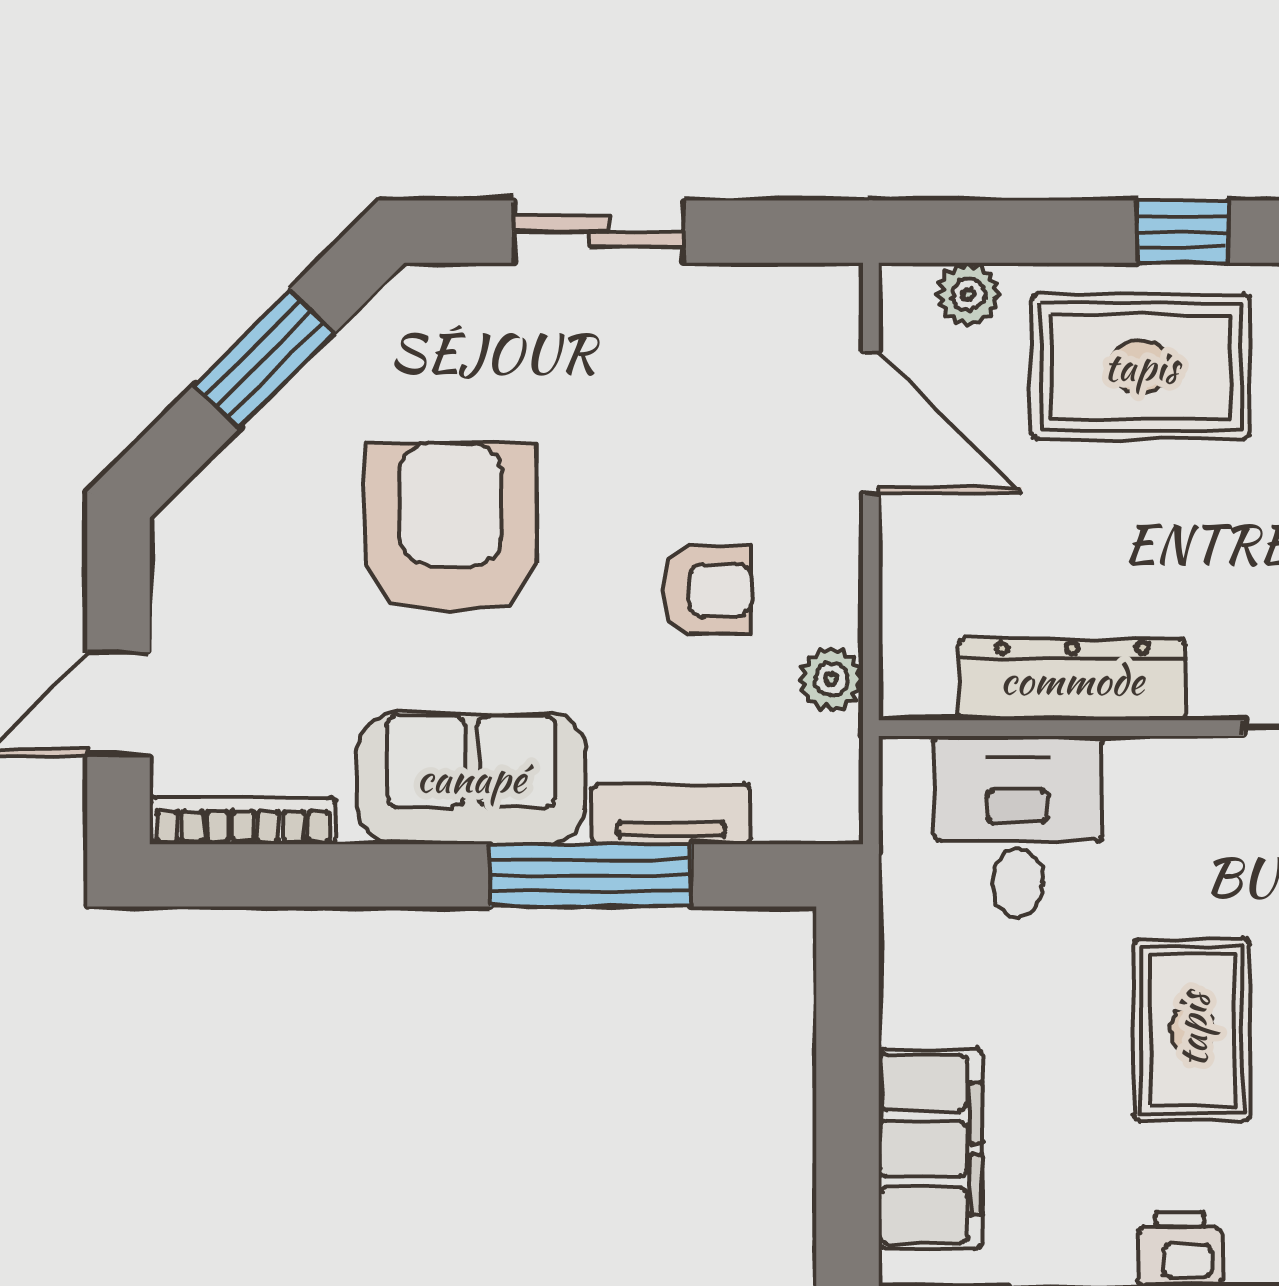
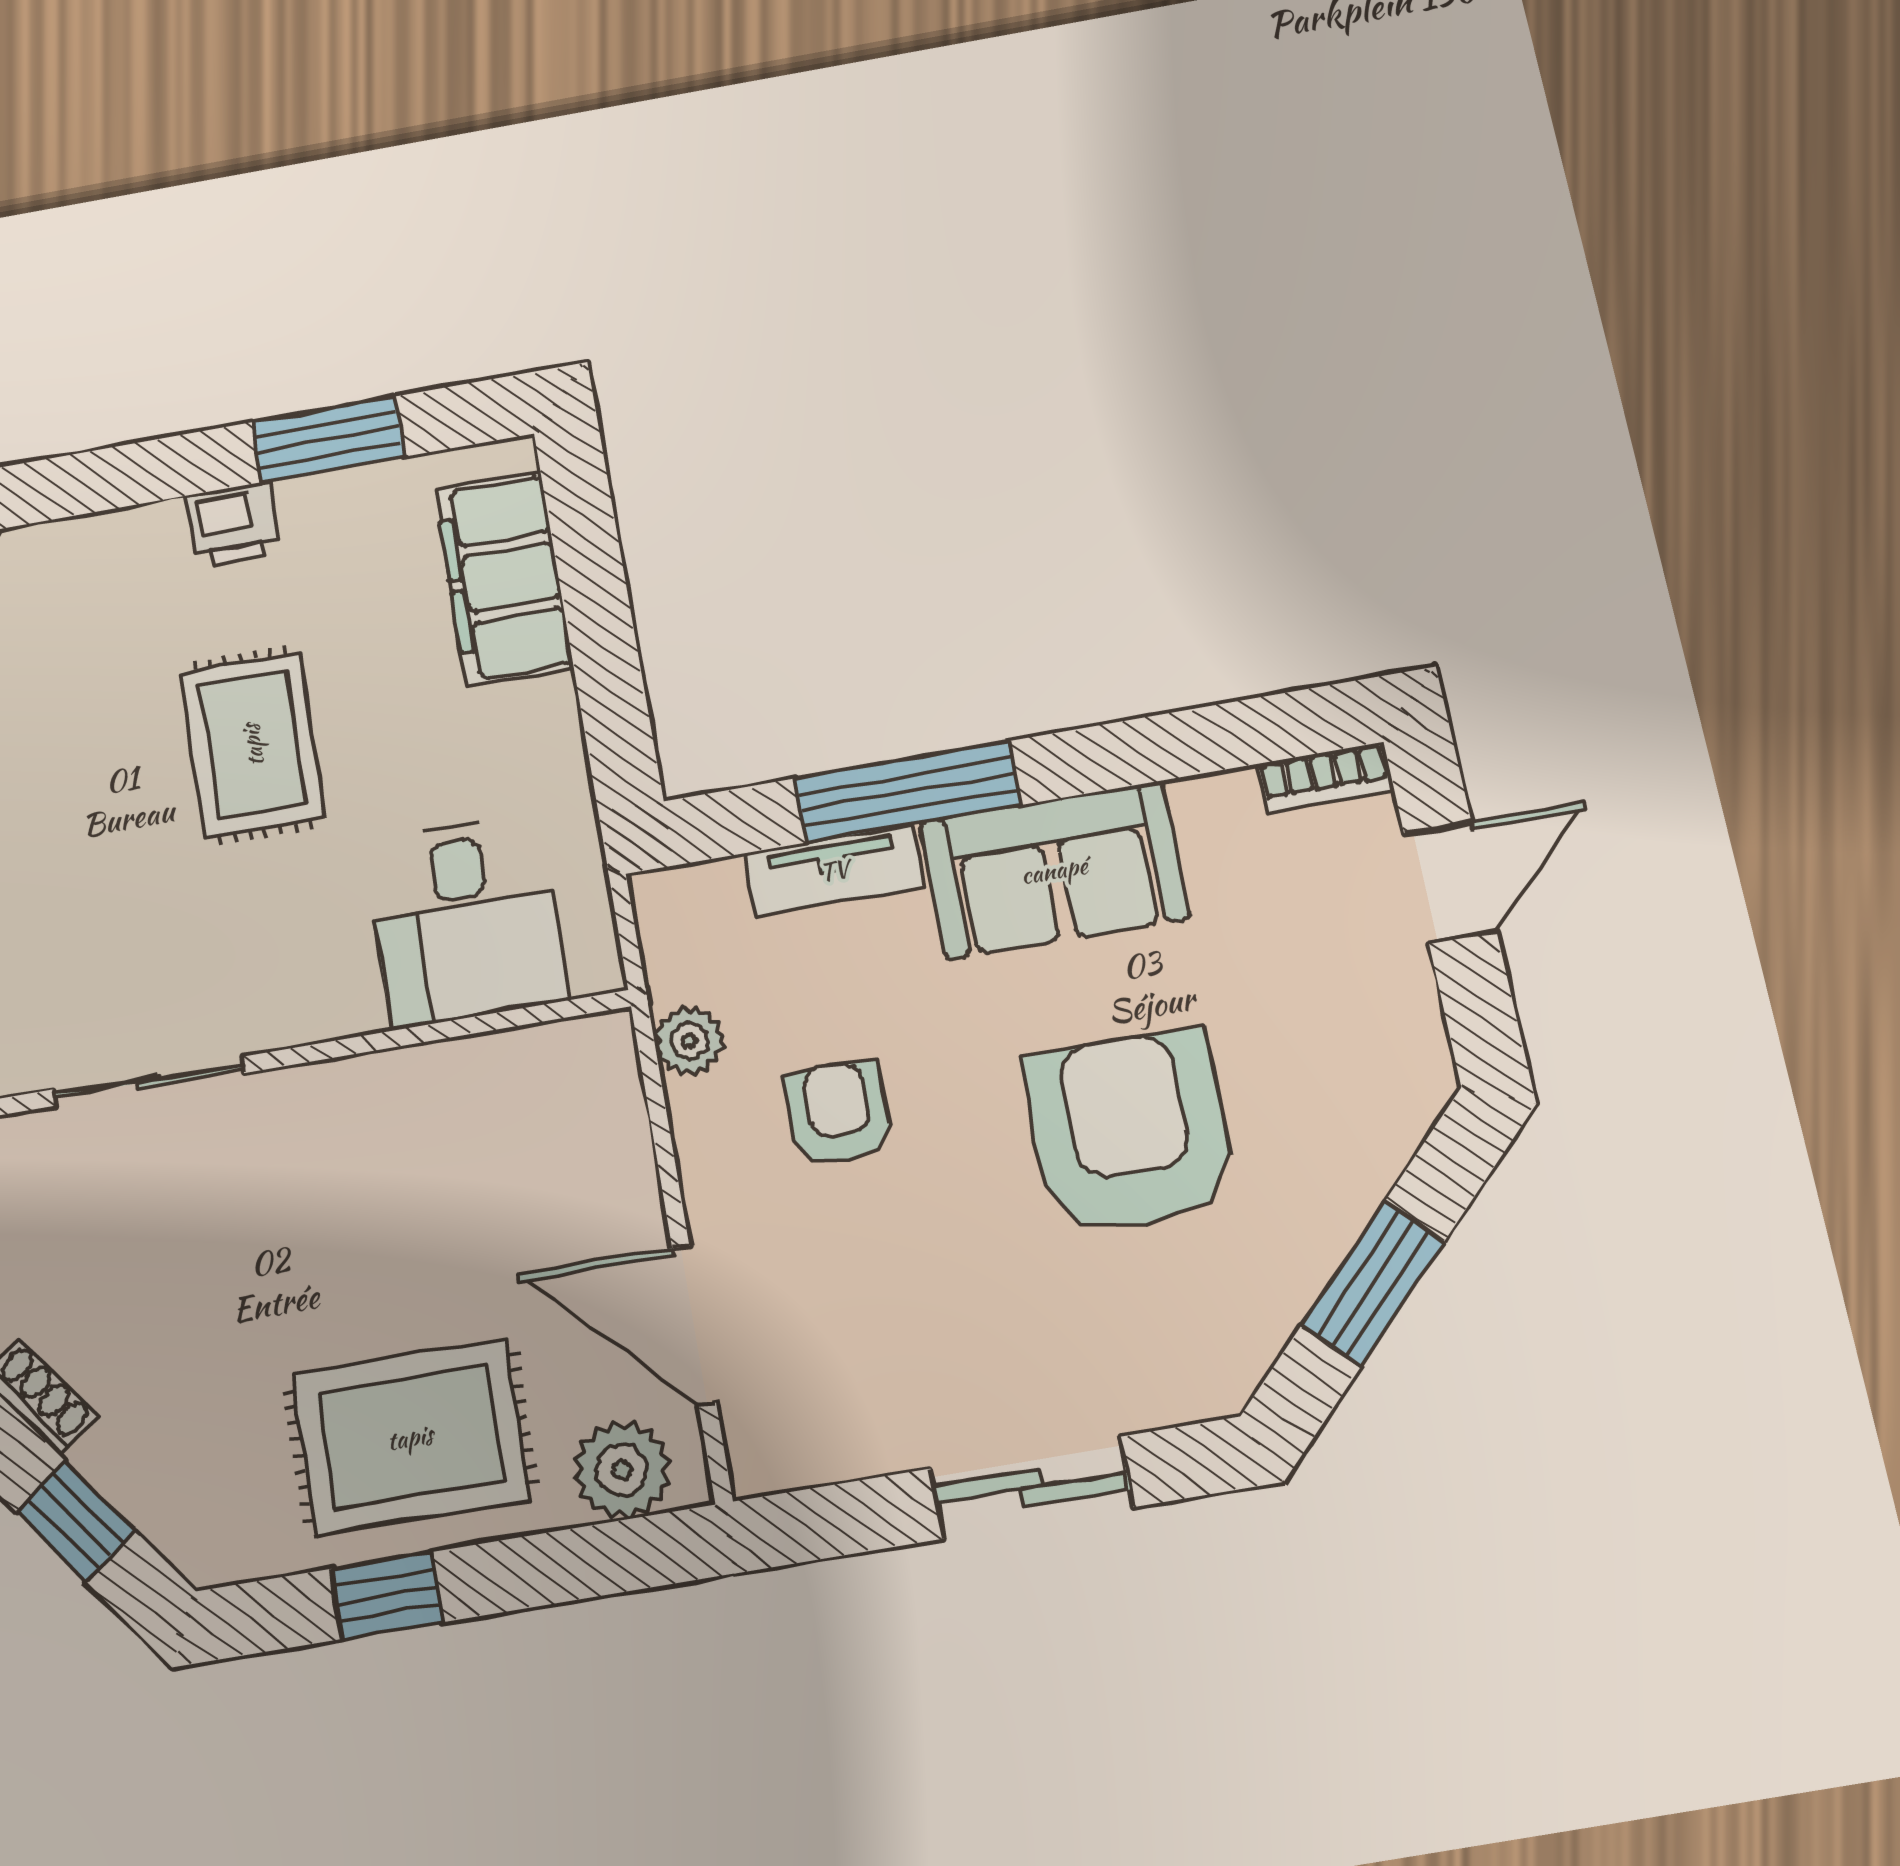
plant: (968, 294) -> (622, 1470), width x1.38, depth x1.38
armchair: (451, 528) -> (1130, 1132), turned 180
armchair: (708, 590) -> (839, 1113), turned 90
dresser: (1072, 680) -> (433, 1085), removed
bookcase: (243, 821) -> (1325, 778), width x0.64

